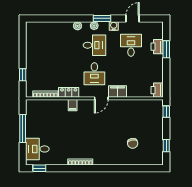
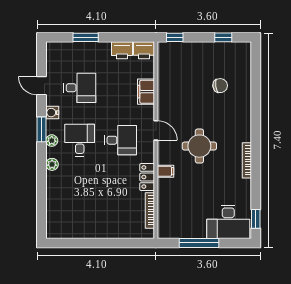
desk: (131, 45) -> (80, 88), turned 180
printer: (157, 47) -> (122, 50), moved
window: (23, 75) -> (122, 243), removed
filing cabinet: (118, 91) -> (146, 92), moved
round table: (90, 129) -> (199, 146), added
desk: (37, 149) -> (228, 222), width x1.37

